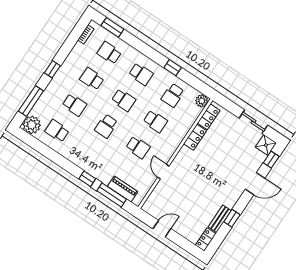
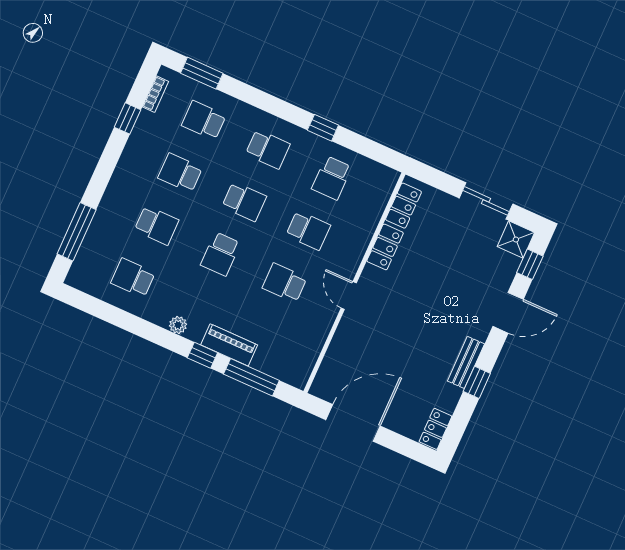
window: (52, 69) -> (128, 118), moved
plant: (202, 101) -> (386, 179), removed
plant: (32, 125) -> (178, 325), moved, width x0.53, depth x0.53
school desk: (138, 147) -> (285, 283), turned 180
door: (163, 172) -> (349, 296), moved
piano: (123, 189) -> (229, 345), moved
bench: (220, 219) -> (466, 362), moved
door: (162, 229) -> (353, 423), width x1.88

